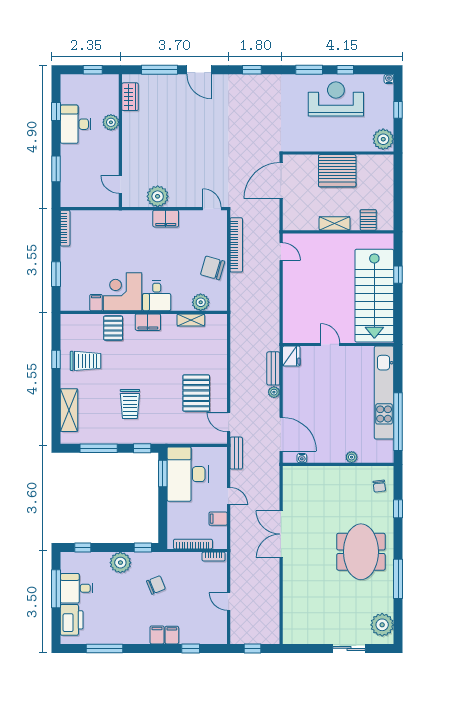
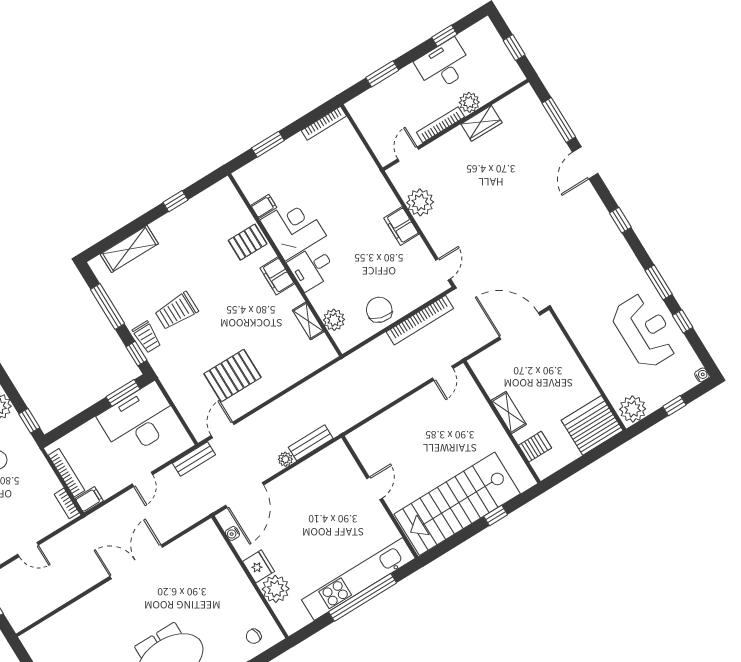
wardrobe: (130, 97) -> (481, 123), moved
bookcase: (114, 151) -> (440, 125), added
server rack: (337, 171) -> (592, 425), moved, turned 90
fridge: (291, 356) -> (259, 566), moved, turned -90
trolley: (86, 361) -> (147, 337), moved, width x0.73, depth x0.72
window: (398, 422) -> (363, 597), moved
plant: (352, 457) -> (276, 589), width x1.87, depth x1.87
filing cabinet: (218, 519) -> (89, 500), moved, turned 90
door: (229, 601) -> (28, 550), swing flipped

